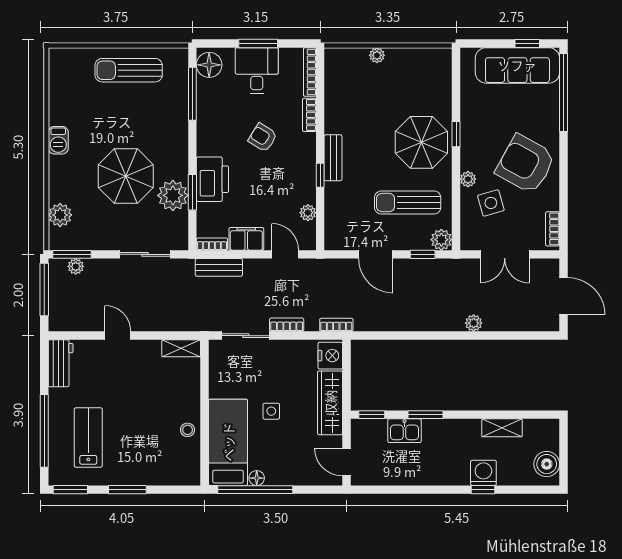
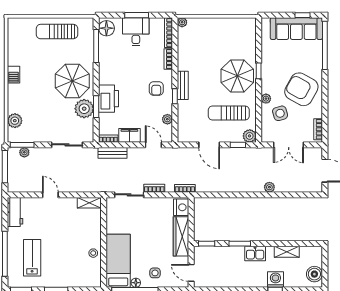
plant: (377, 55) -> (182, 22), moved
armchair: (263, 138) -> (156, 88), moved, turned -122
parasol: (126, 176) -> (72, 81), moved
side table: (271, 411) -> (155, 273), moved
kitchen sink: (404, 431) -> (255, 254), moved

